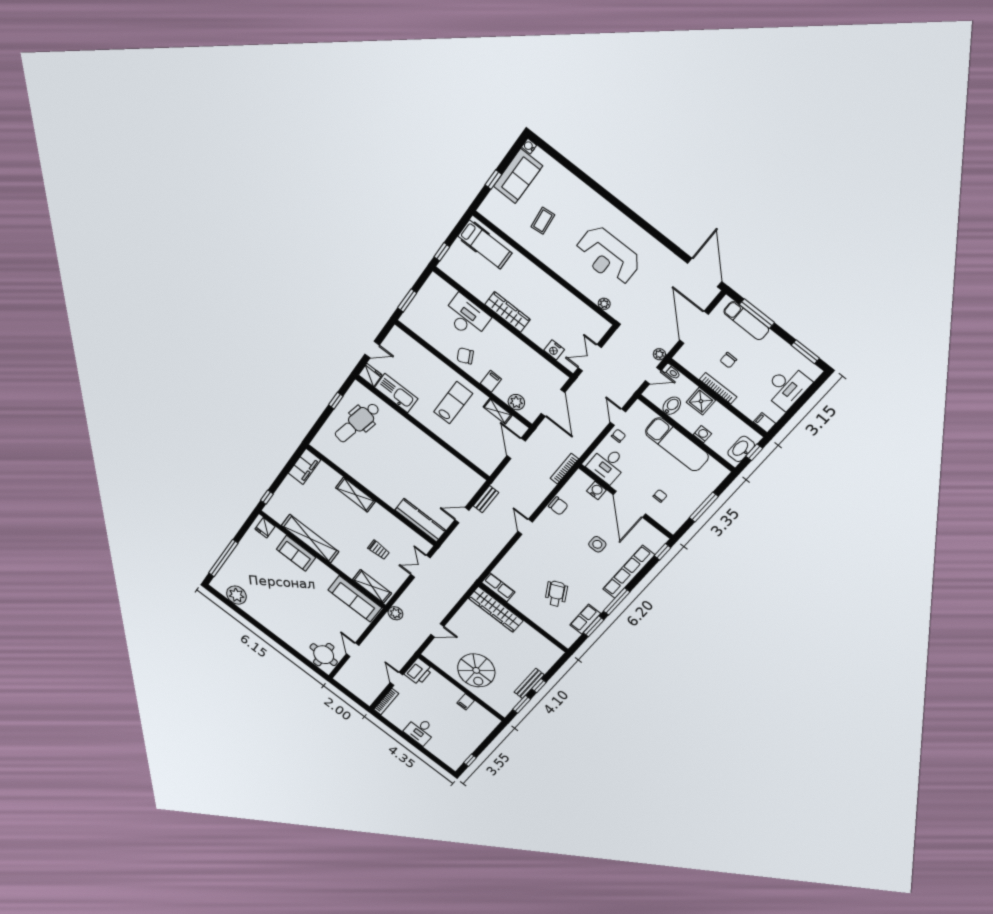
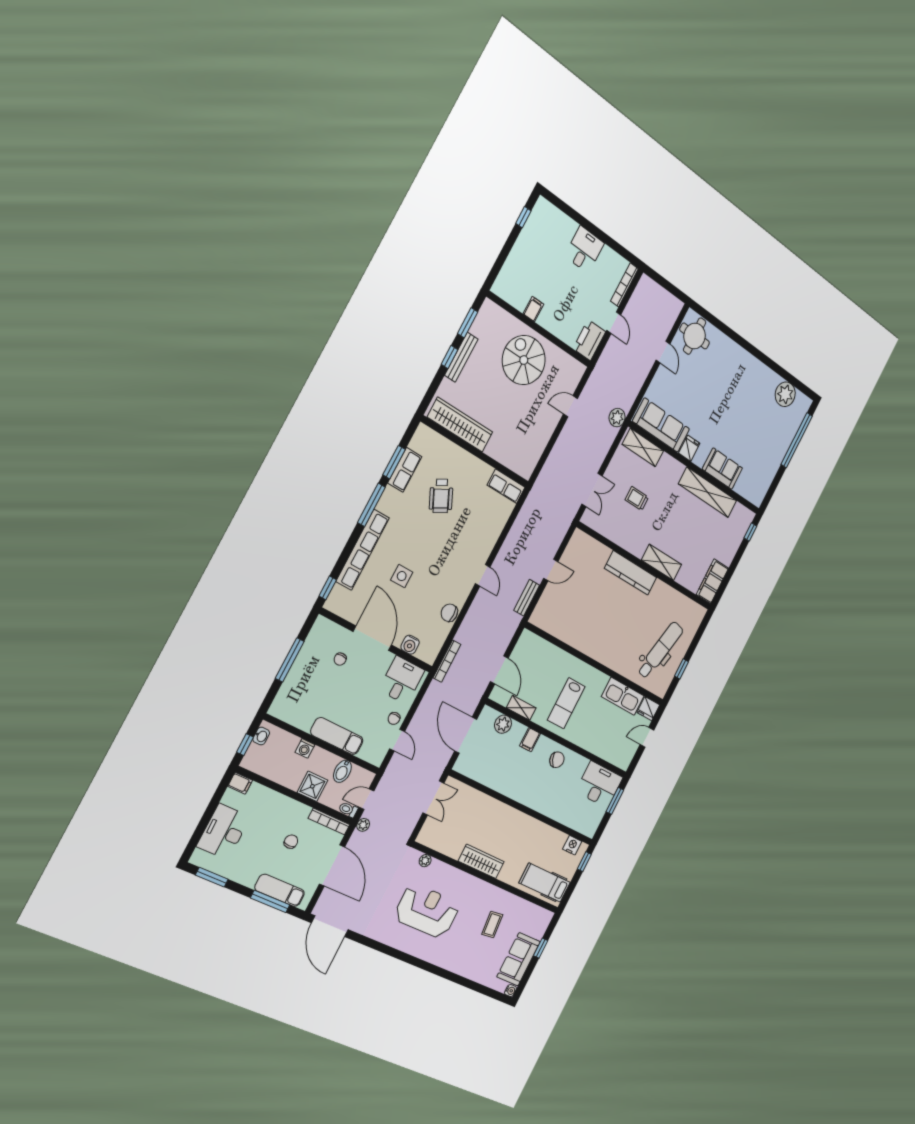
wardrobe: (508, 312) -> (481, 861), moved, turned 180
desk: (466, 317) -> (599, 785), moved, turned 180
nightstand: (554, 350) -> (572, 845), moved
bookcase: (718, 388) -> (329, 822), moved
exam couch: (677, 444) -> (337, 736), width x0.73, depth x0.69
washbasin: (741, 449) -> (261, 736), width x0.52, depth x0.69
kitchen counter: (420, 520) -> (631, 573), moved
fridge: (265, 528) -> (689, 448), moved
wardrobe: (496, 609) -> (460, 425), moved

